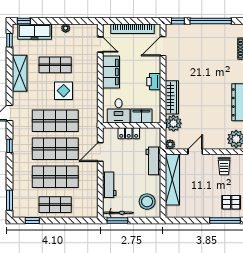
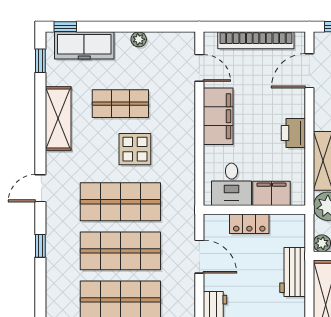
door: (100, 152) -> (199, 257), swing flipped

